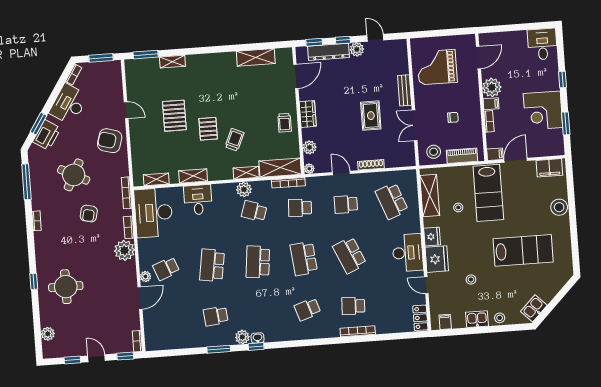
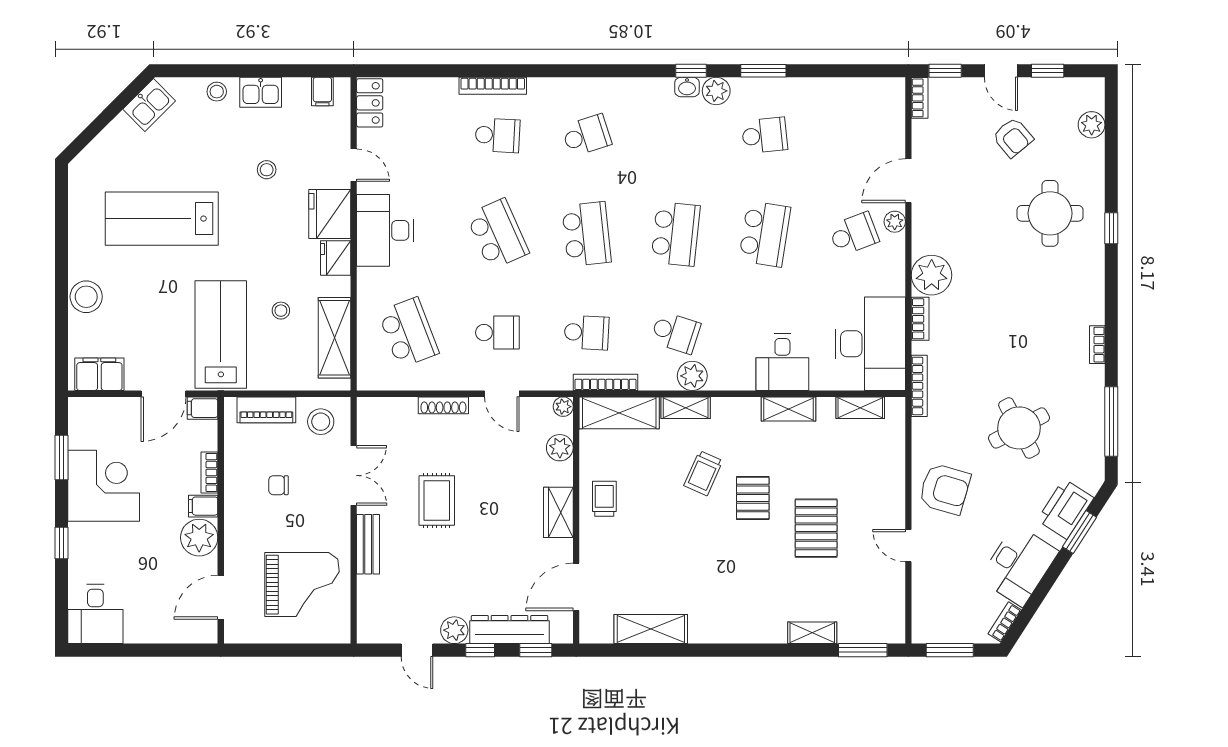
round table: (74, 175) -> (1019, 428), turned 35
armchair: (89, 214) -> (1013, 137), moved, turned 127

